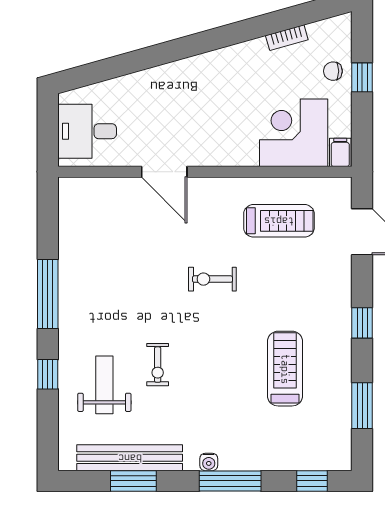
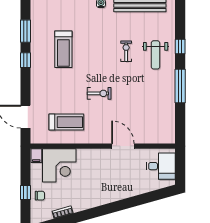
treadmill: (279, 221) -> (66, 122), turned 180
window: (362, 323) -> (25, 60), moved
weight bench: (104, 385) -> (156, 55), moved

